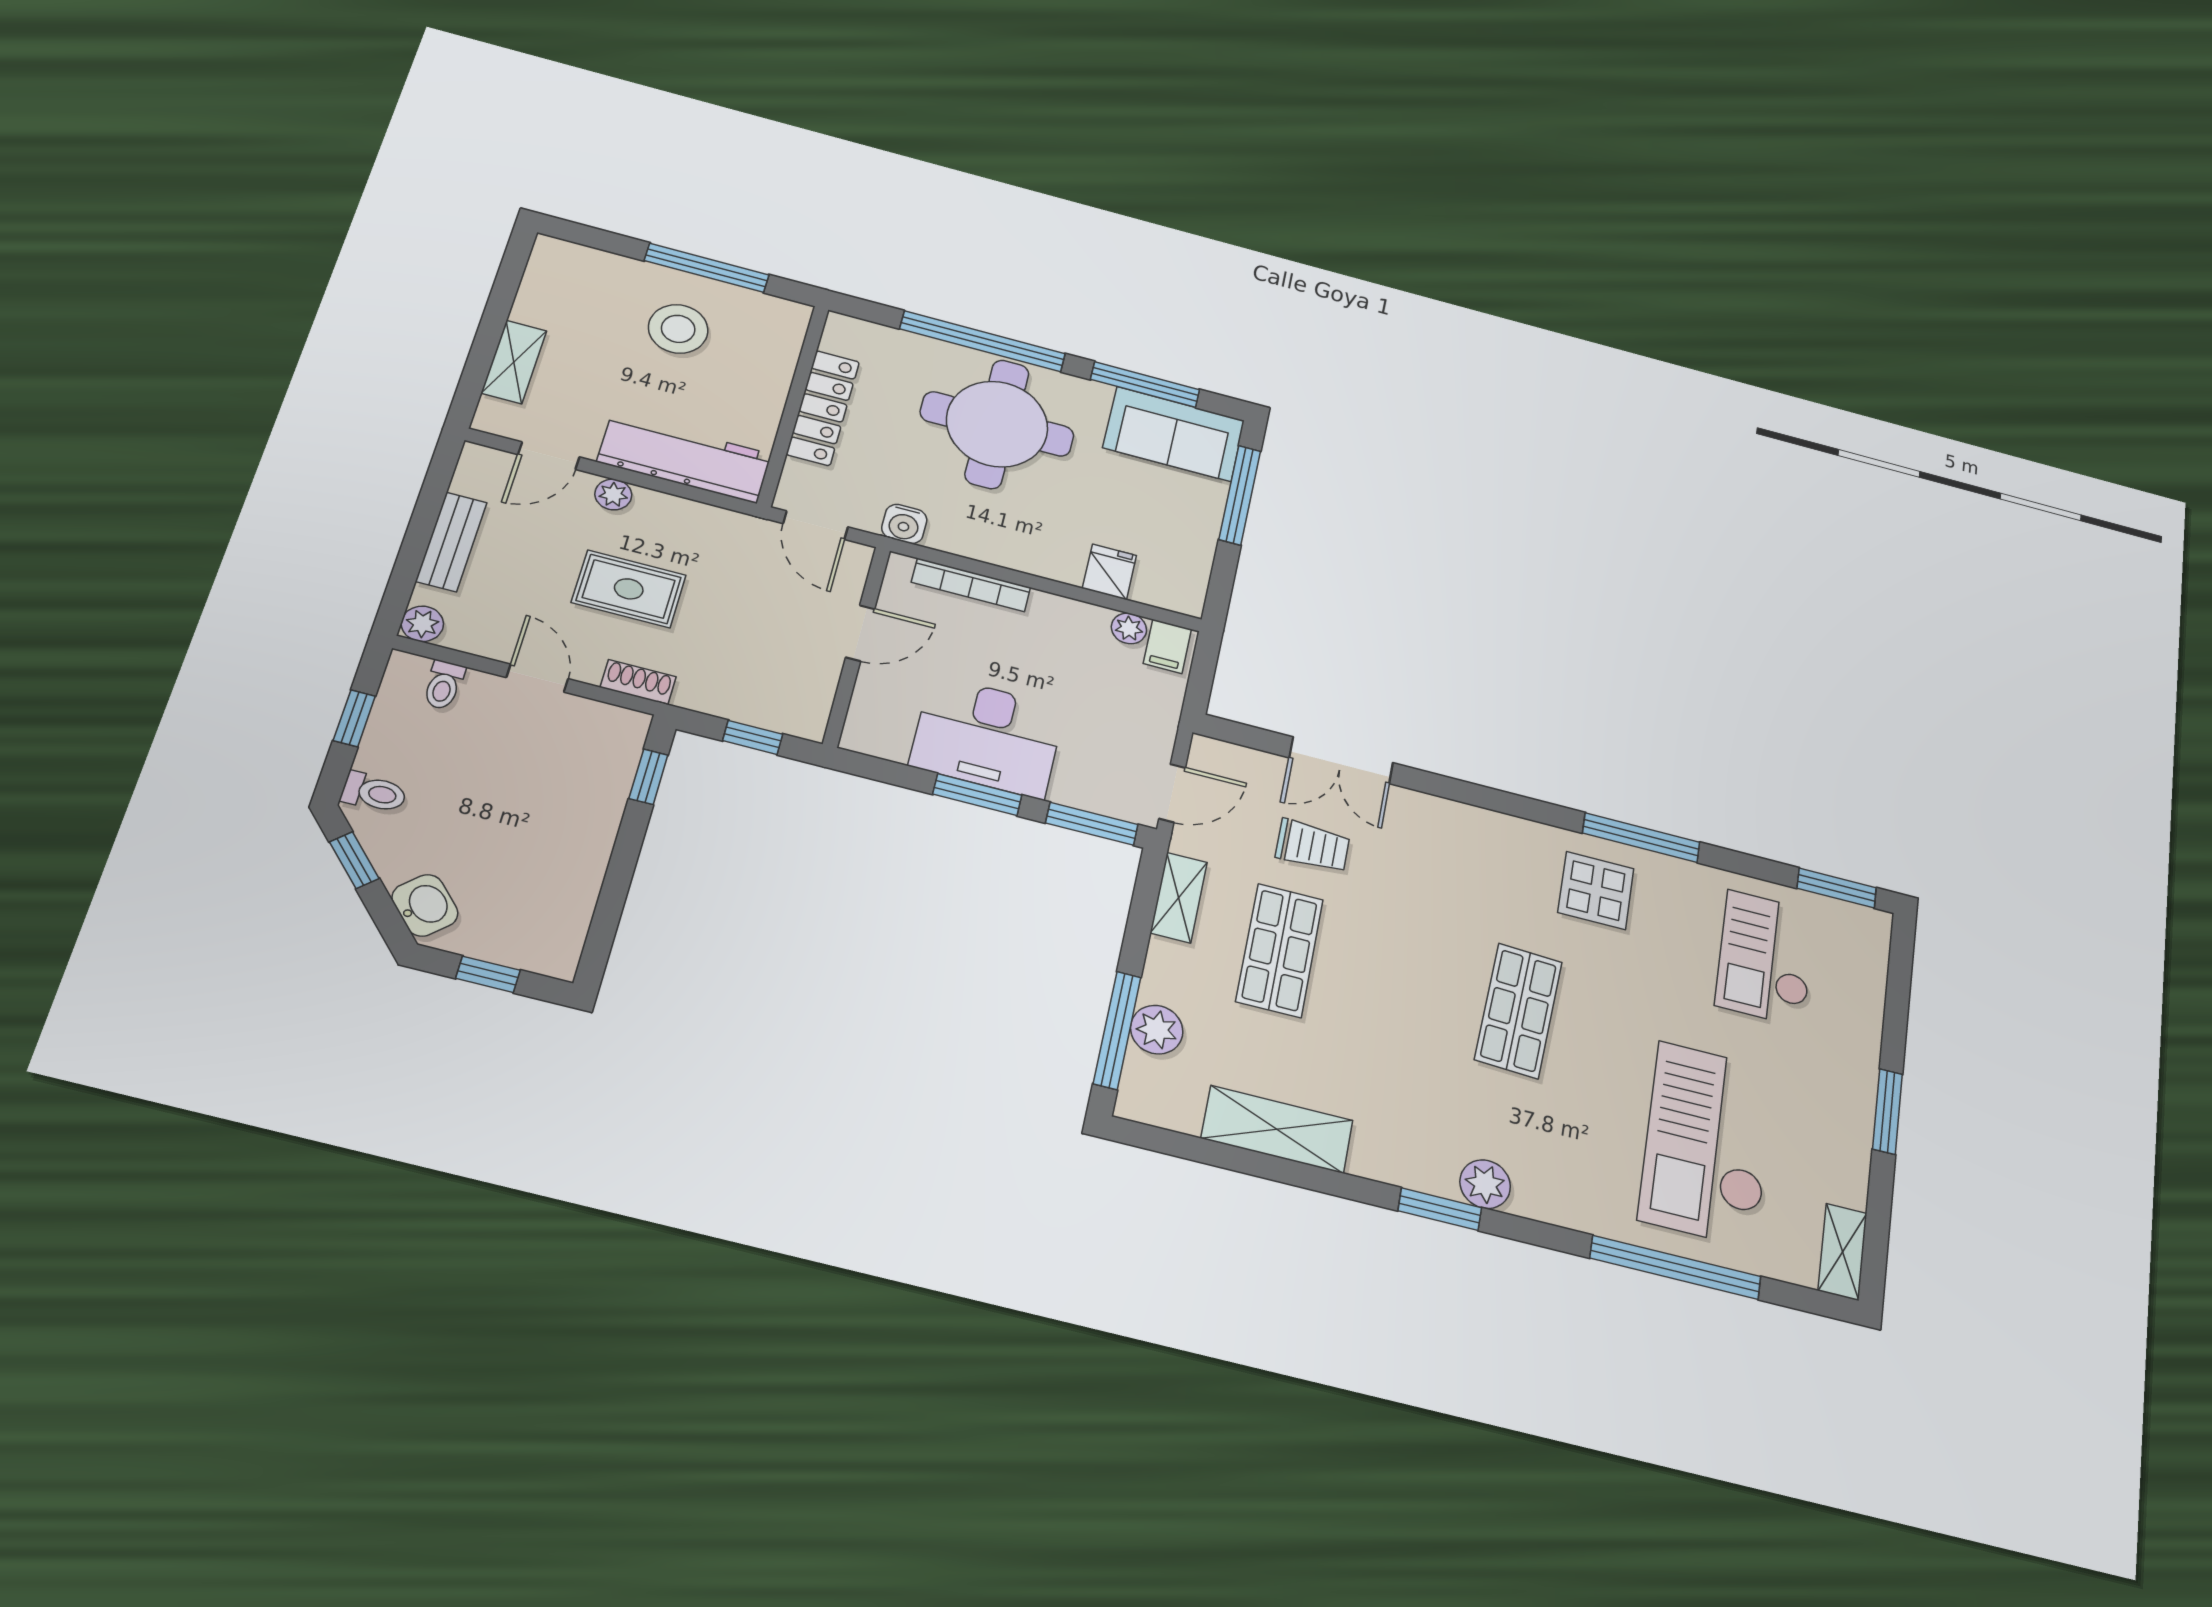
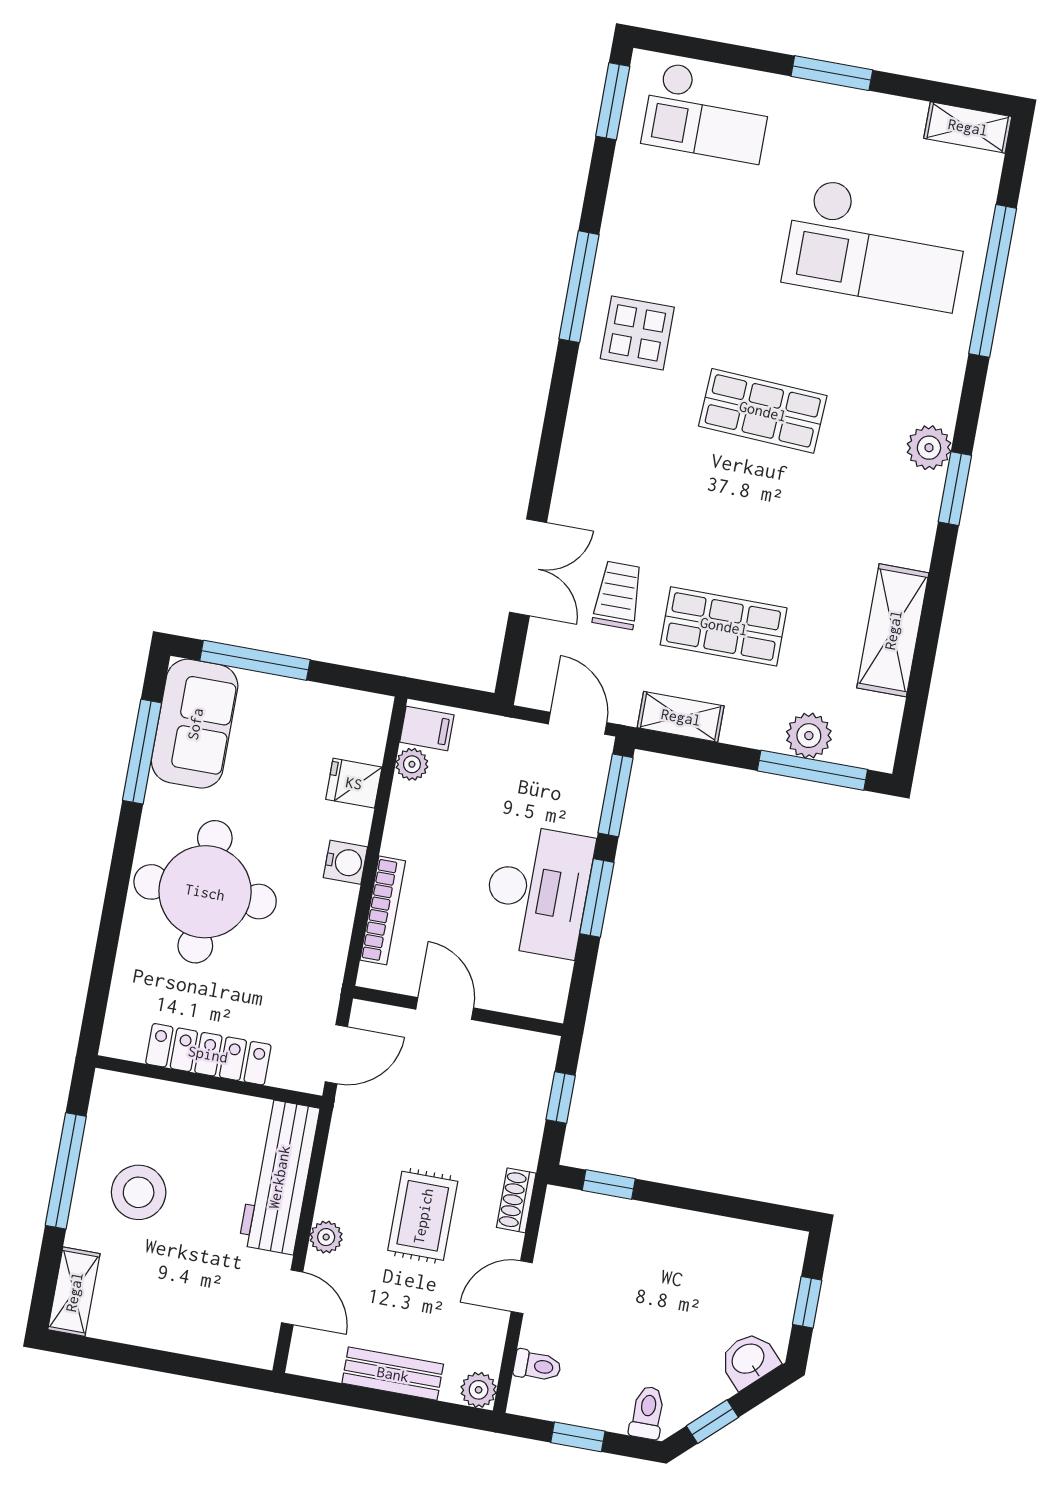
window: (983, 341) -> (114, 908), removed
shelving: (514, 362) -> (74, 1292), moved, turned 90
water cooler: (904, 524) -> (345, 862), moved
checkout: (1765, 958) -> (707, 112), moved

